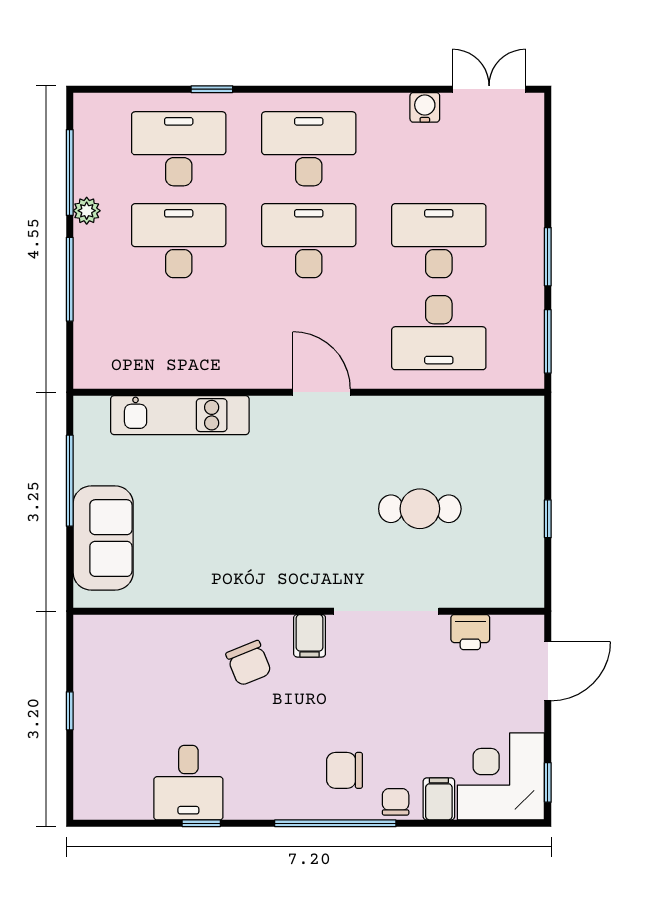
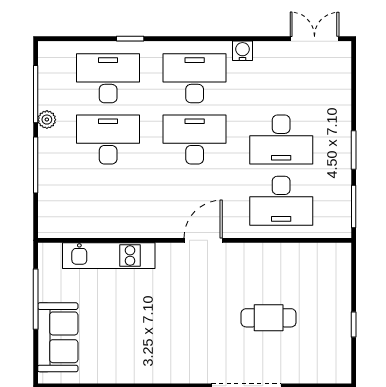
water cooler: (425, 107) -> (243, 51), moved
desk: (439, 241) -> (281, 139), turned 180
door: (322, 392) -> (203, 240), hinge flipped

